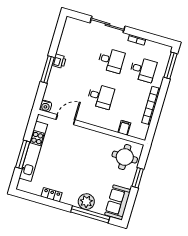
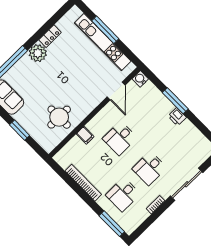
filing cabinet: (124, 128) -> (85, 135), moved
round table: (125, 157) -> (59, 117), moved
plant: (86, 202) -> (38, 53), moved

